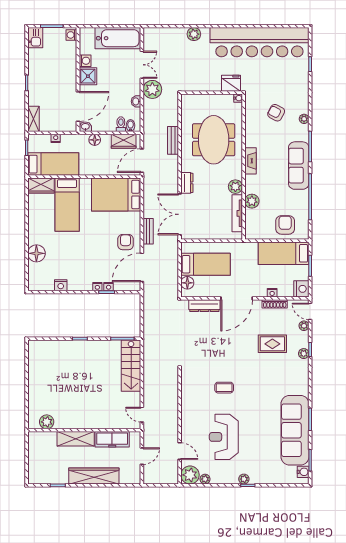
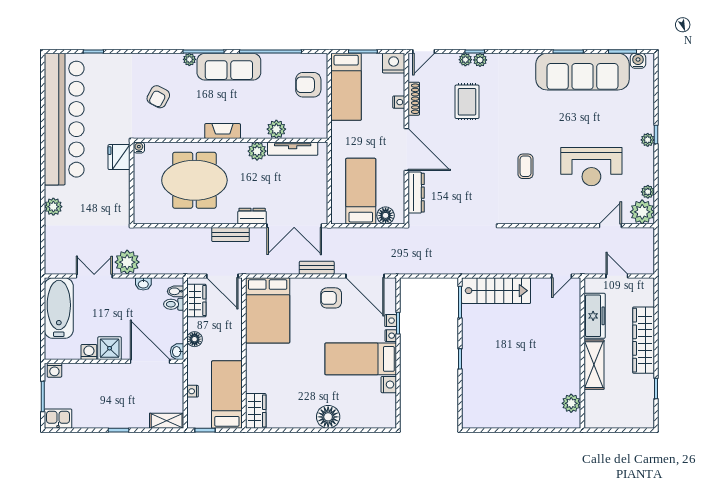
plant: (304, 119) -> (189, 59), moved
bench: (173, 140) -> (231, 234), moved
bed: (67, 205) -> (361, 359), moved, turned 180
floor lamp: (36, 253) -> (328, 417), moved
plant: (304, 326) -> (465, 60), moved

